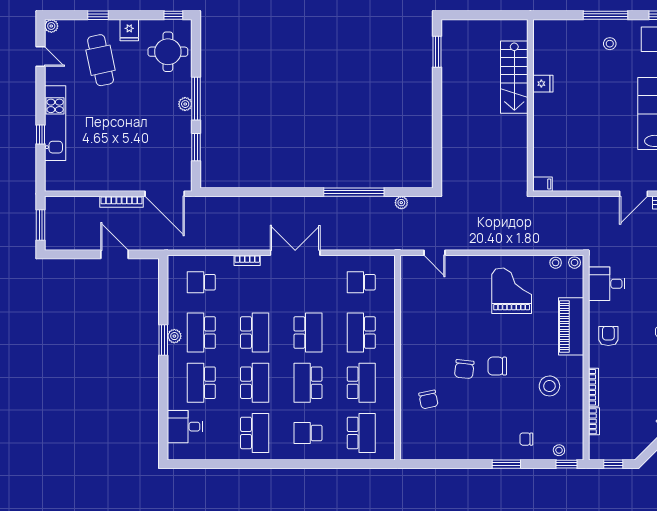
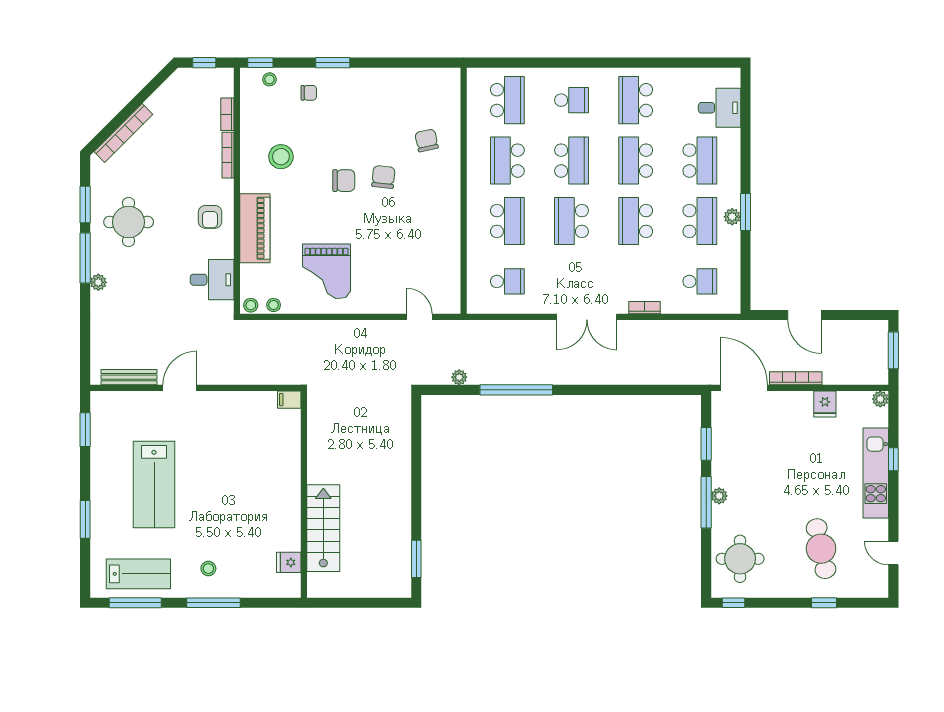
plant: (51, 26) -> (880, 399), moved
fridge: (129, 30) -> (825, 404), moved, turned 180
fridge: (543, 84) -> (289, 562), moved
school desk: (361, 433) -> (507, 100), turned 180

